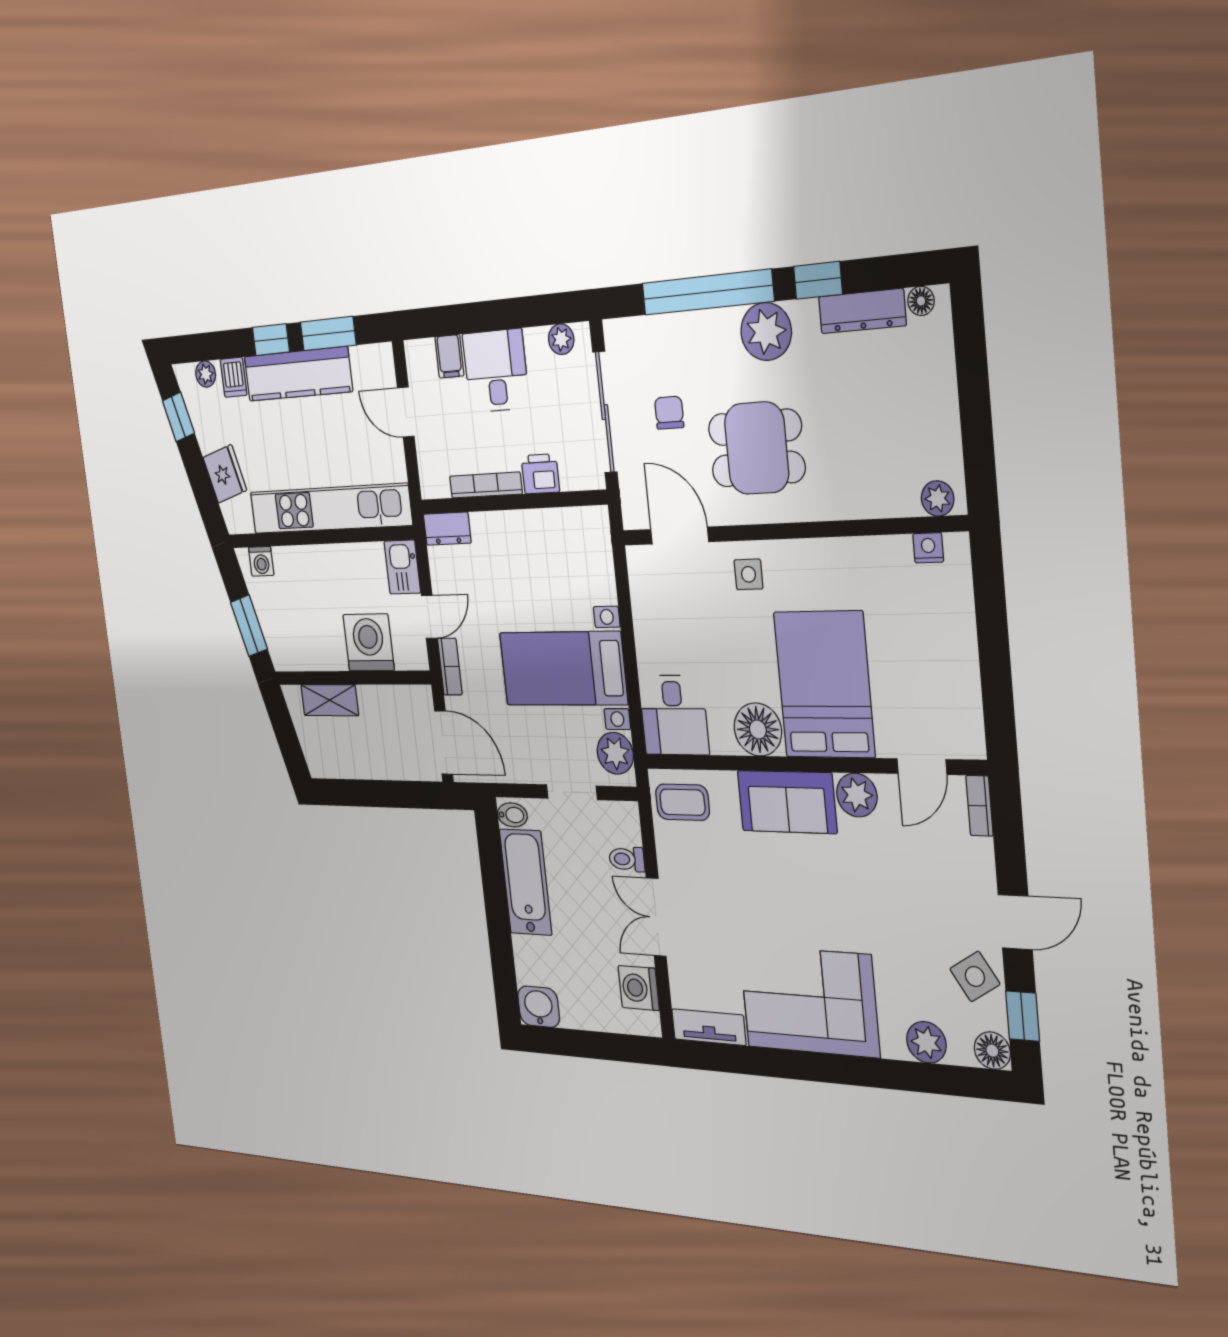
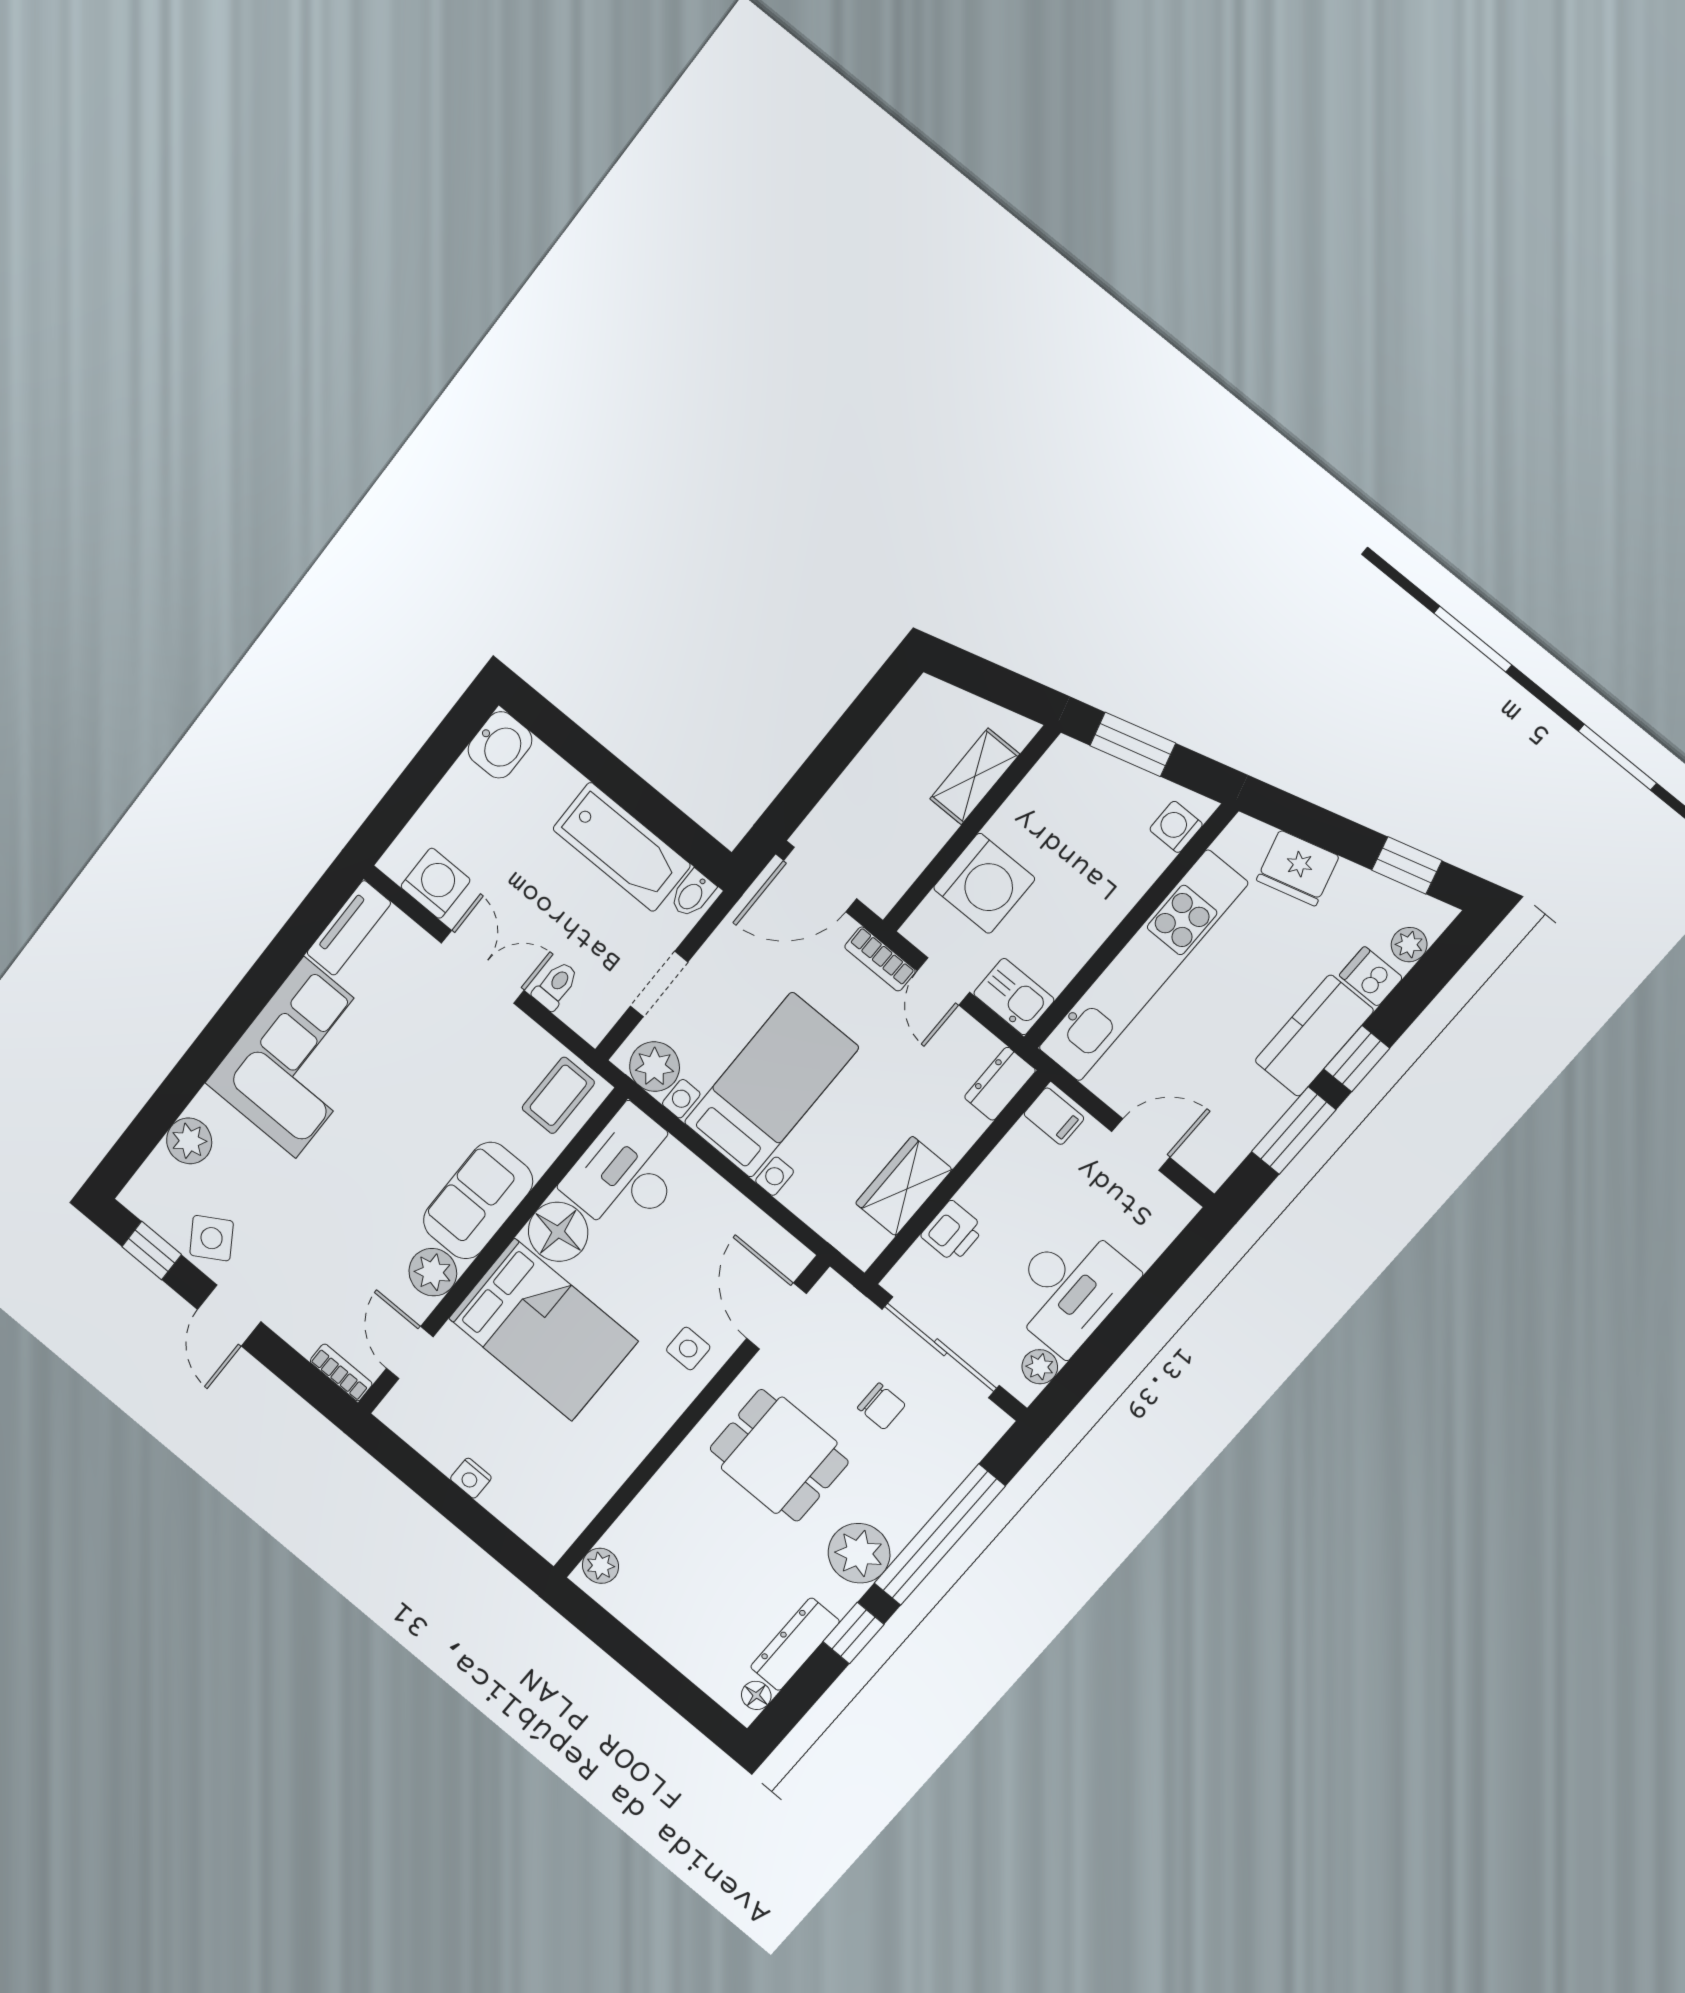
filing cabinet: (449, 356) -> (1054, 1116), moved, turned 180
desk: (496, 371) -> (1069, 1288), width x1.37
kitchen counter: (298, 374) -> (1314, 1036), width x0.67
dining table: (757, 448) -> (779, 1455), turned 90
bookcase: (486, 485) -> (997, 1165), removed
wardrobe: (543, 530) -> (904, 1186), added
door: (679, 536) -> (776, 1316), swing flipped
nightstand: (928, 548) -> (471, 1478), moved, turned 90
desk: (674, 715) -> (627, 1173), width x1.37
floor lamp: (992, 1051) -> (142, 1197), removed

